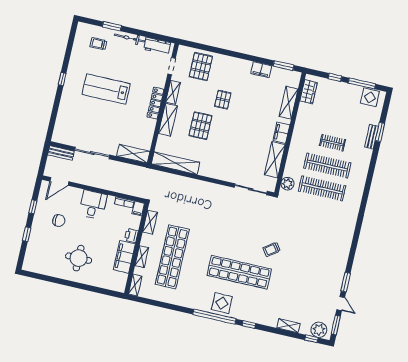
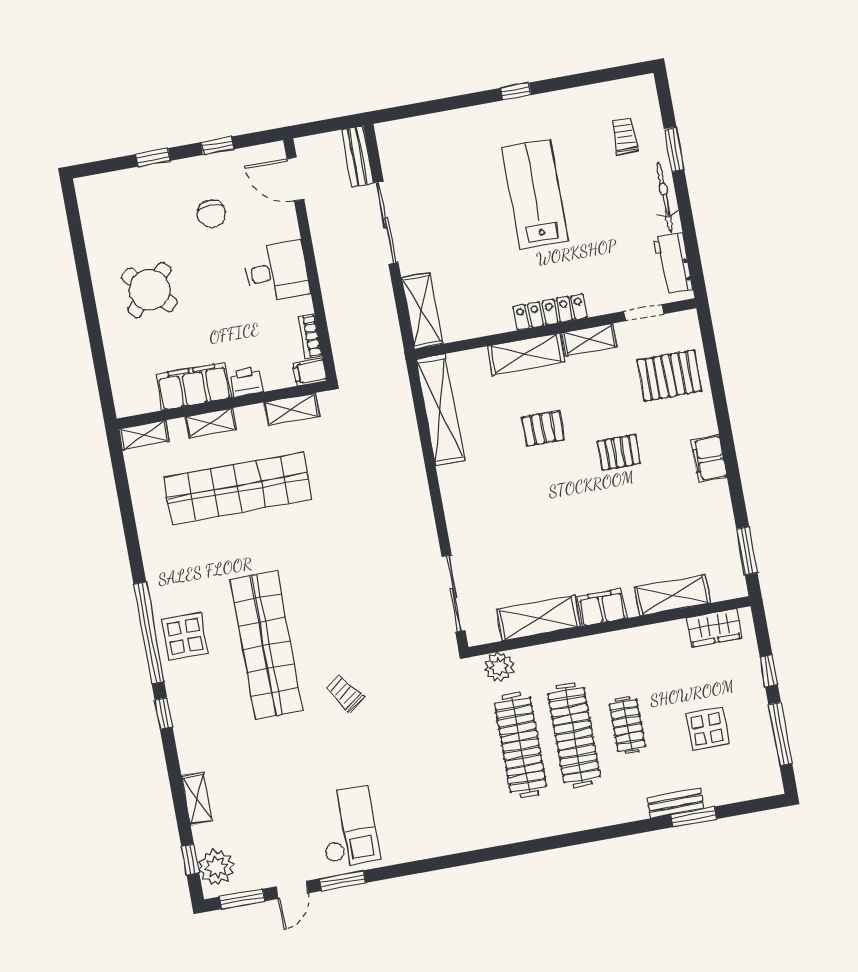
filing cabinet: (261, 70) -> (709, 459), moved
display table: (370, 97) -> (707, 729), moved
pallet: (200, 126) -> (543, 428), width x0.67, depth x0.71
round table: (79, 258) -> (150, 290), turned 45
checkout: (325, 271) -> (348, 827), added

